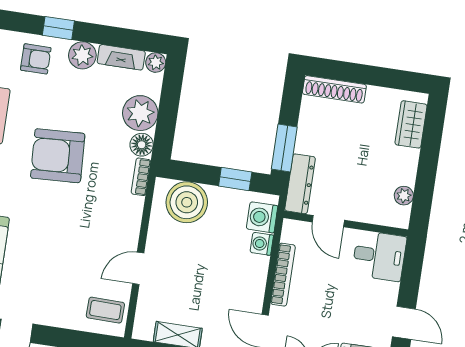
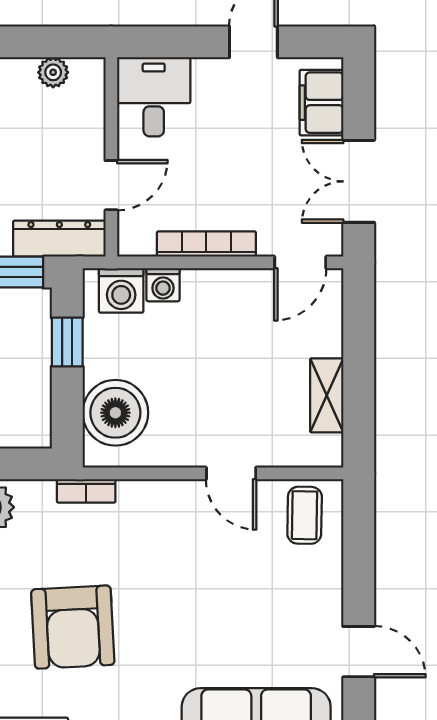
floor lamp: (142, 145) -> (35, 498), removed

